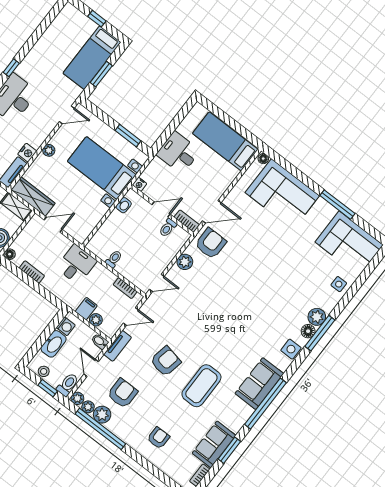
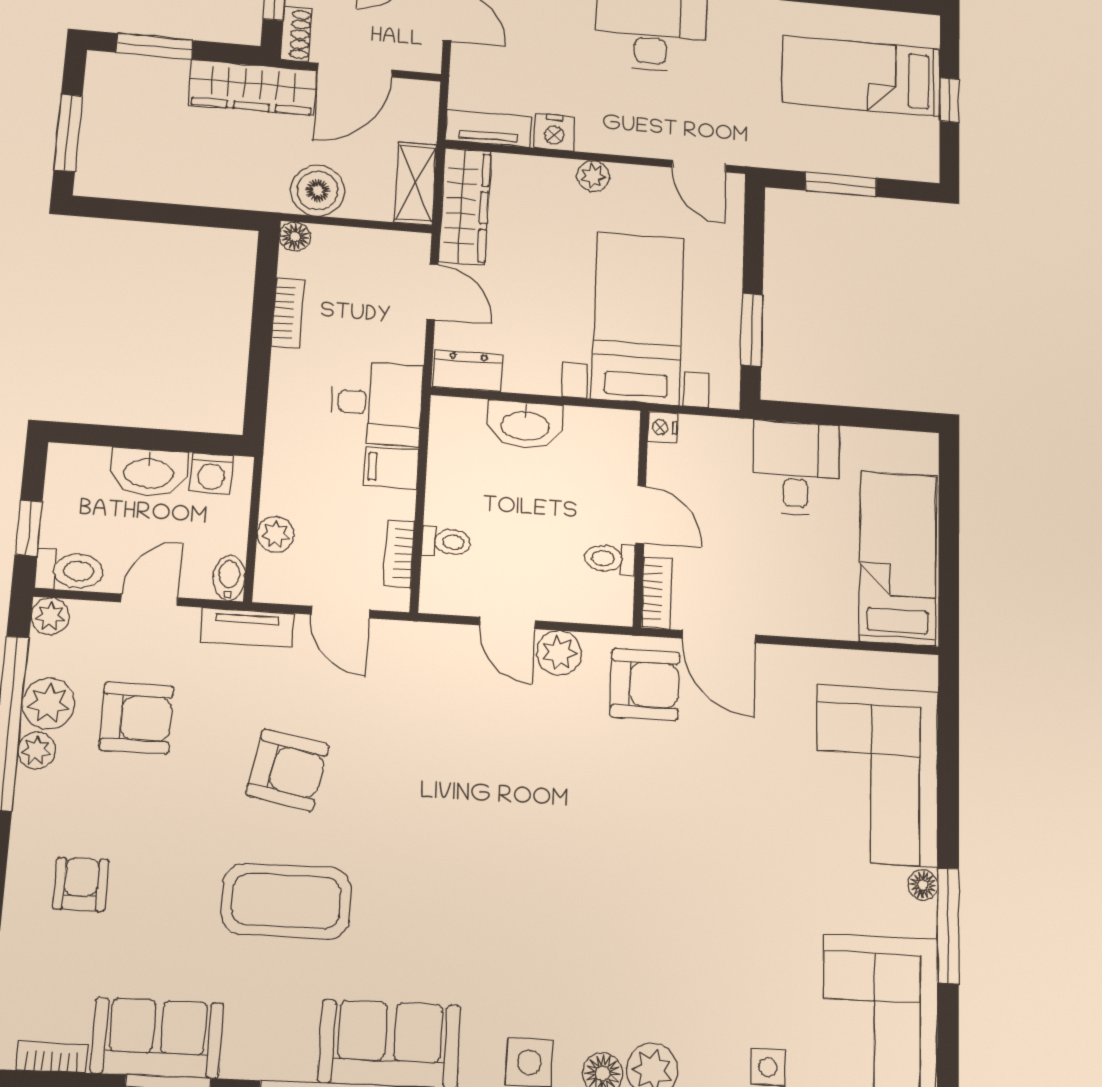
bed: (92, 58) -> (861, 76), moved
floor lamp: (263, 159) -> (923, 885), moved
washbasin: (124, 205) -> (525, 425), moved, width x1.91, depth x1.45
dresser: (84, 231) -> (468, 371), added
toilet: (114, 259) -> (446, 542), moved
door: (157, 283) -> (508, 623), moved
filing cabinet: (86, 309) -> (391, 468), moved, turned 180
stool: (44, 371) -> (64, 492), removed
plant: (88, 407) -> (37, 750), moved
armchair: (158, 438) -> (81, 884), turned -90

